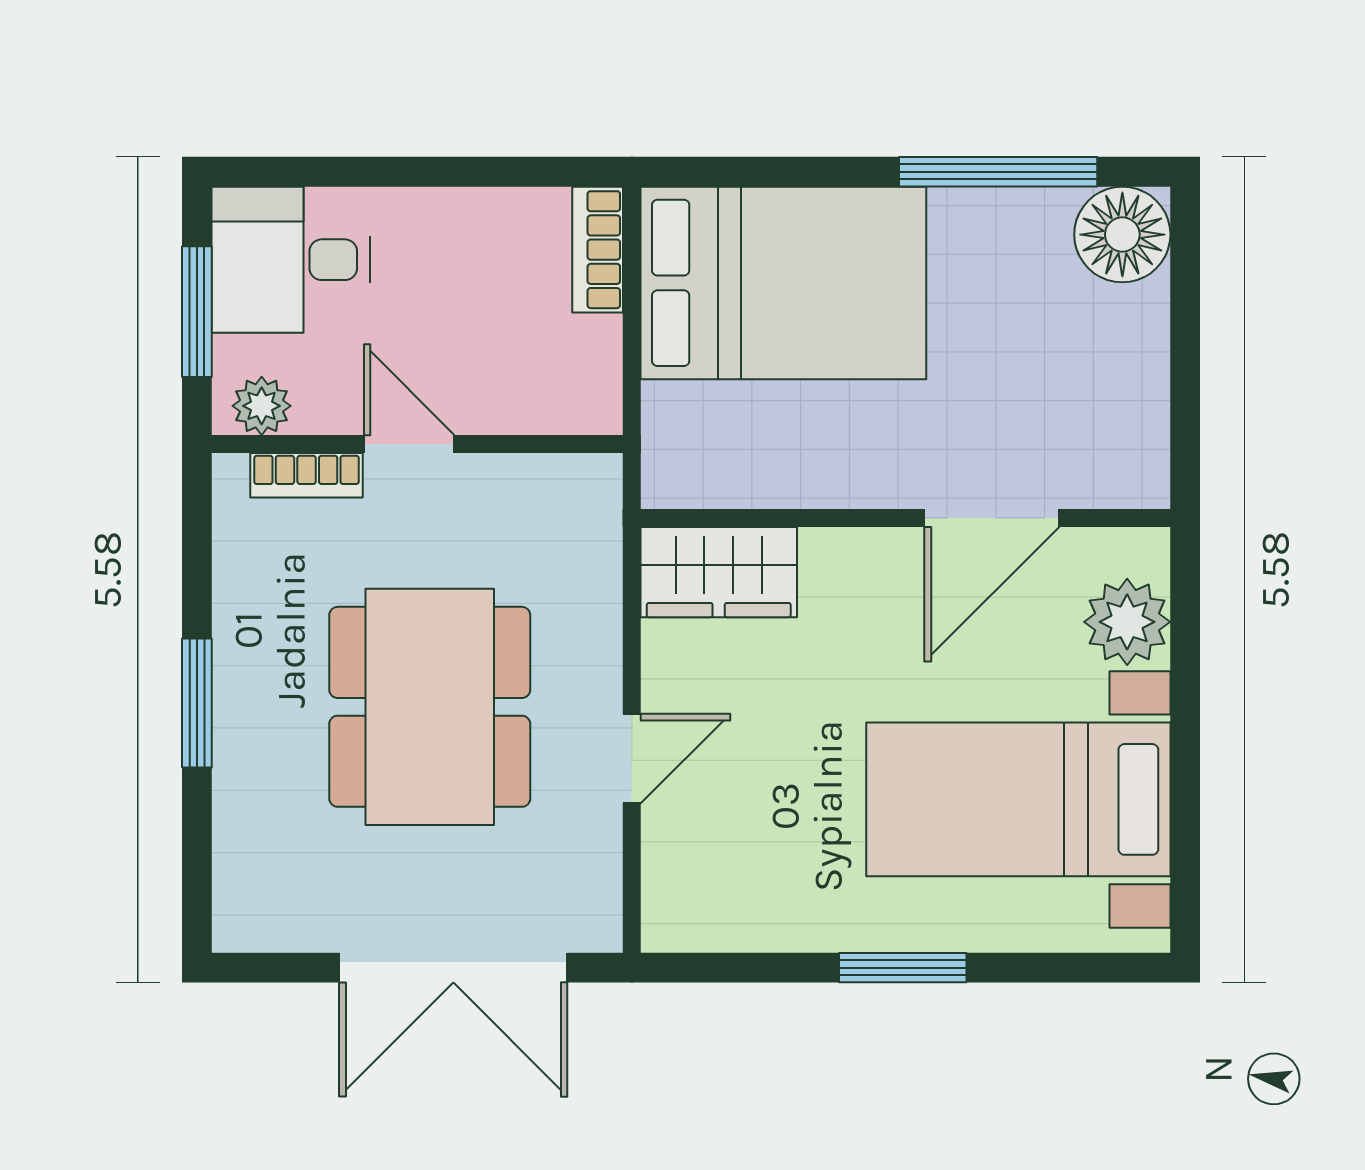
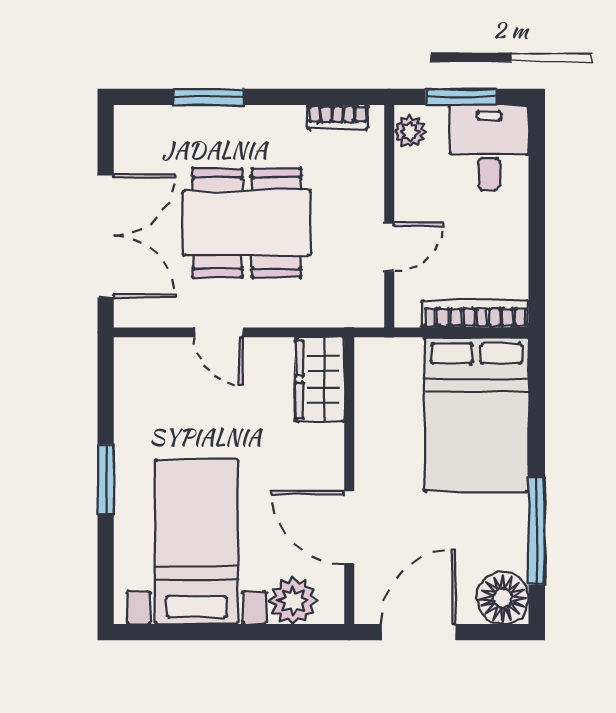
bookcase: (598, 250) -> (475, 314), width x1.56
door: (1185, 390) -> (419, 632), added
door: (409, 444) -> (389, 247), moved
bookcase: (307, 475) -> (338, 117), moved, turned -90
window: (197, 703) -> (209, 97), moved
double door: (453, 968) -> (106, 236), swing flipped

